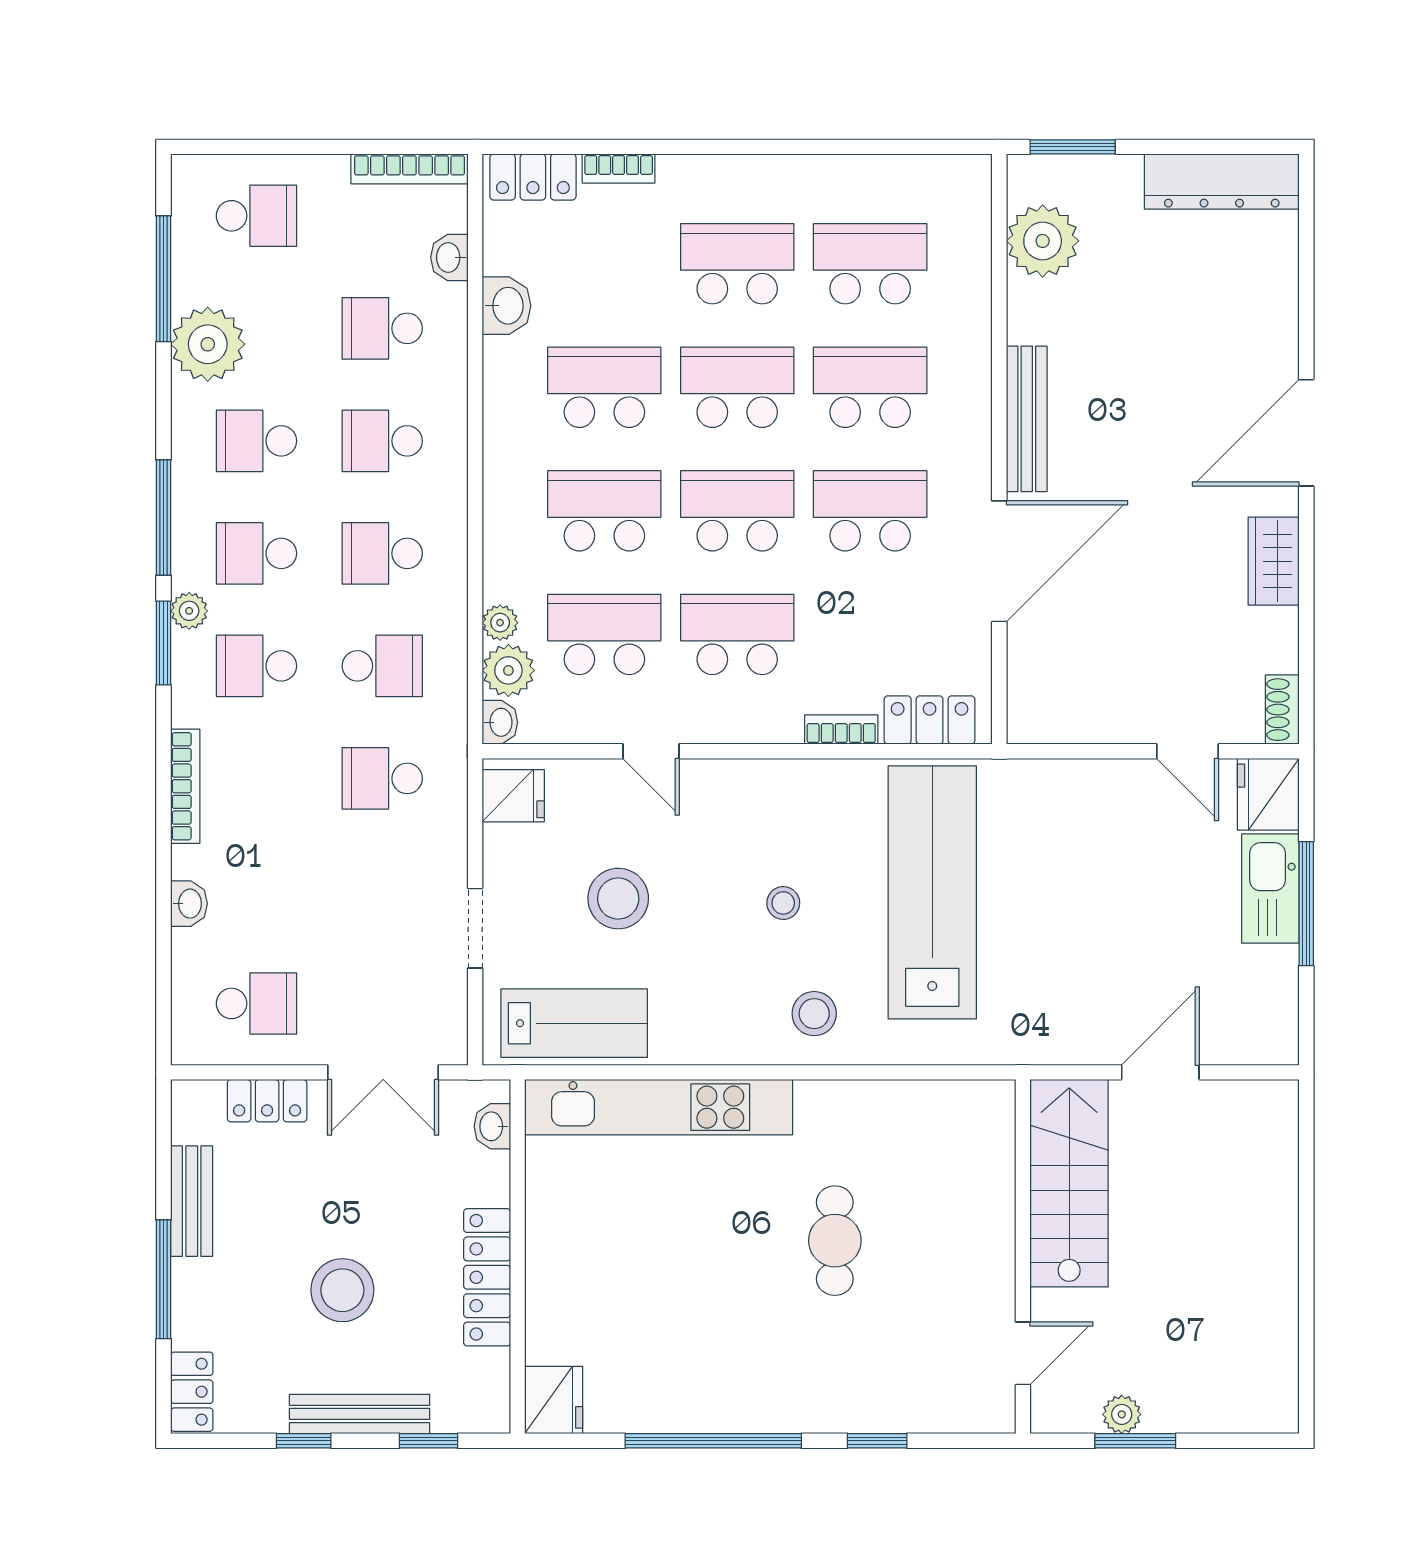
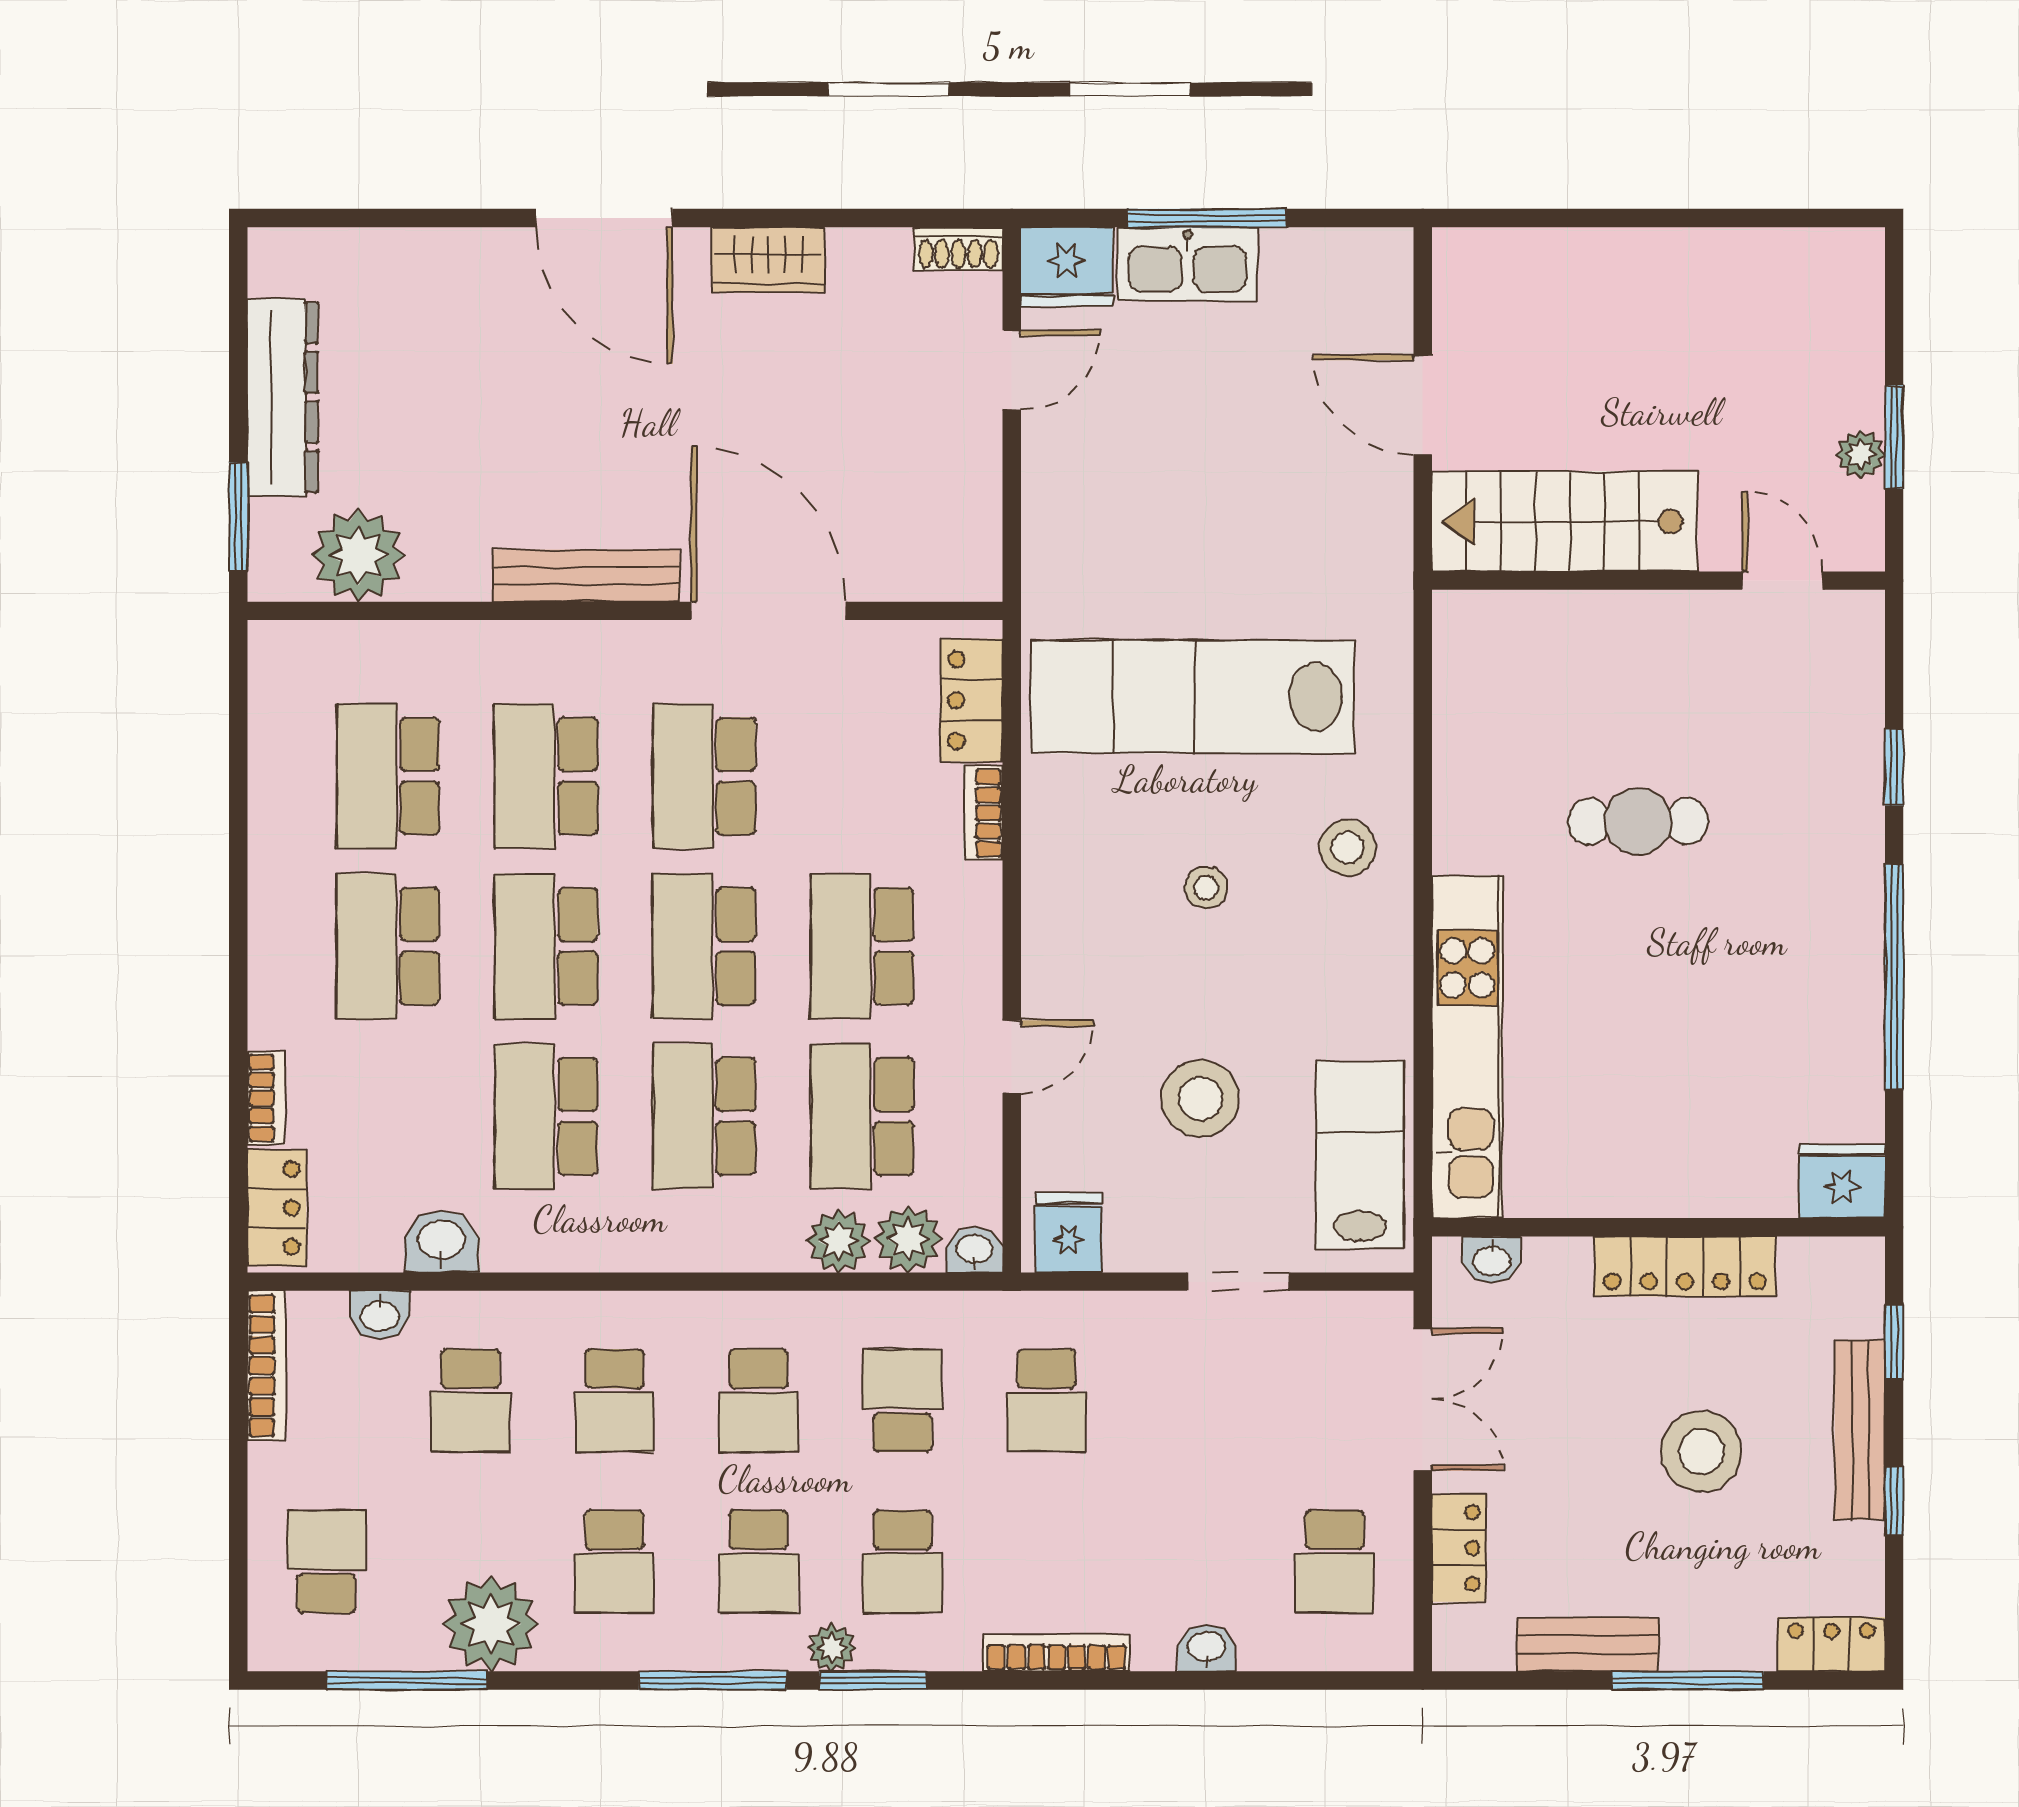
dresser: (1222, 182) -> (283, 397), moved
plant: (500, 623) -> (839, 1241), width x1.38, depth x1.38
school desk: (256, 1003) -> (1335, 1562), turned 180

